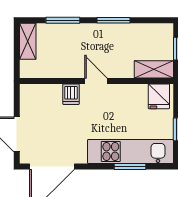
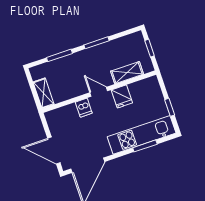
shelving: (28, 41) -> (44, 93), moved
shelving: (154, 69) -> (127, 73), moved
fridge: (159, 96) -> (122, 96), moved

